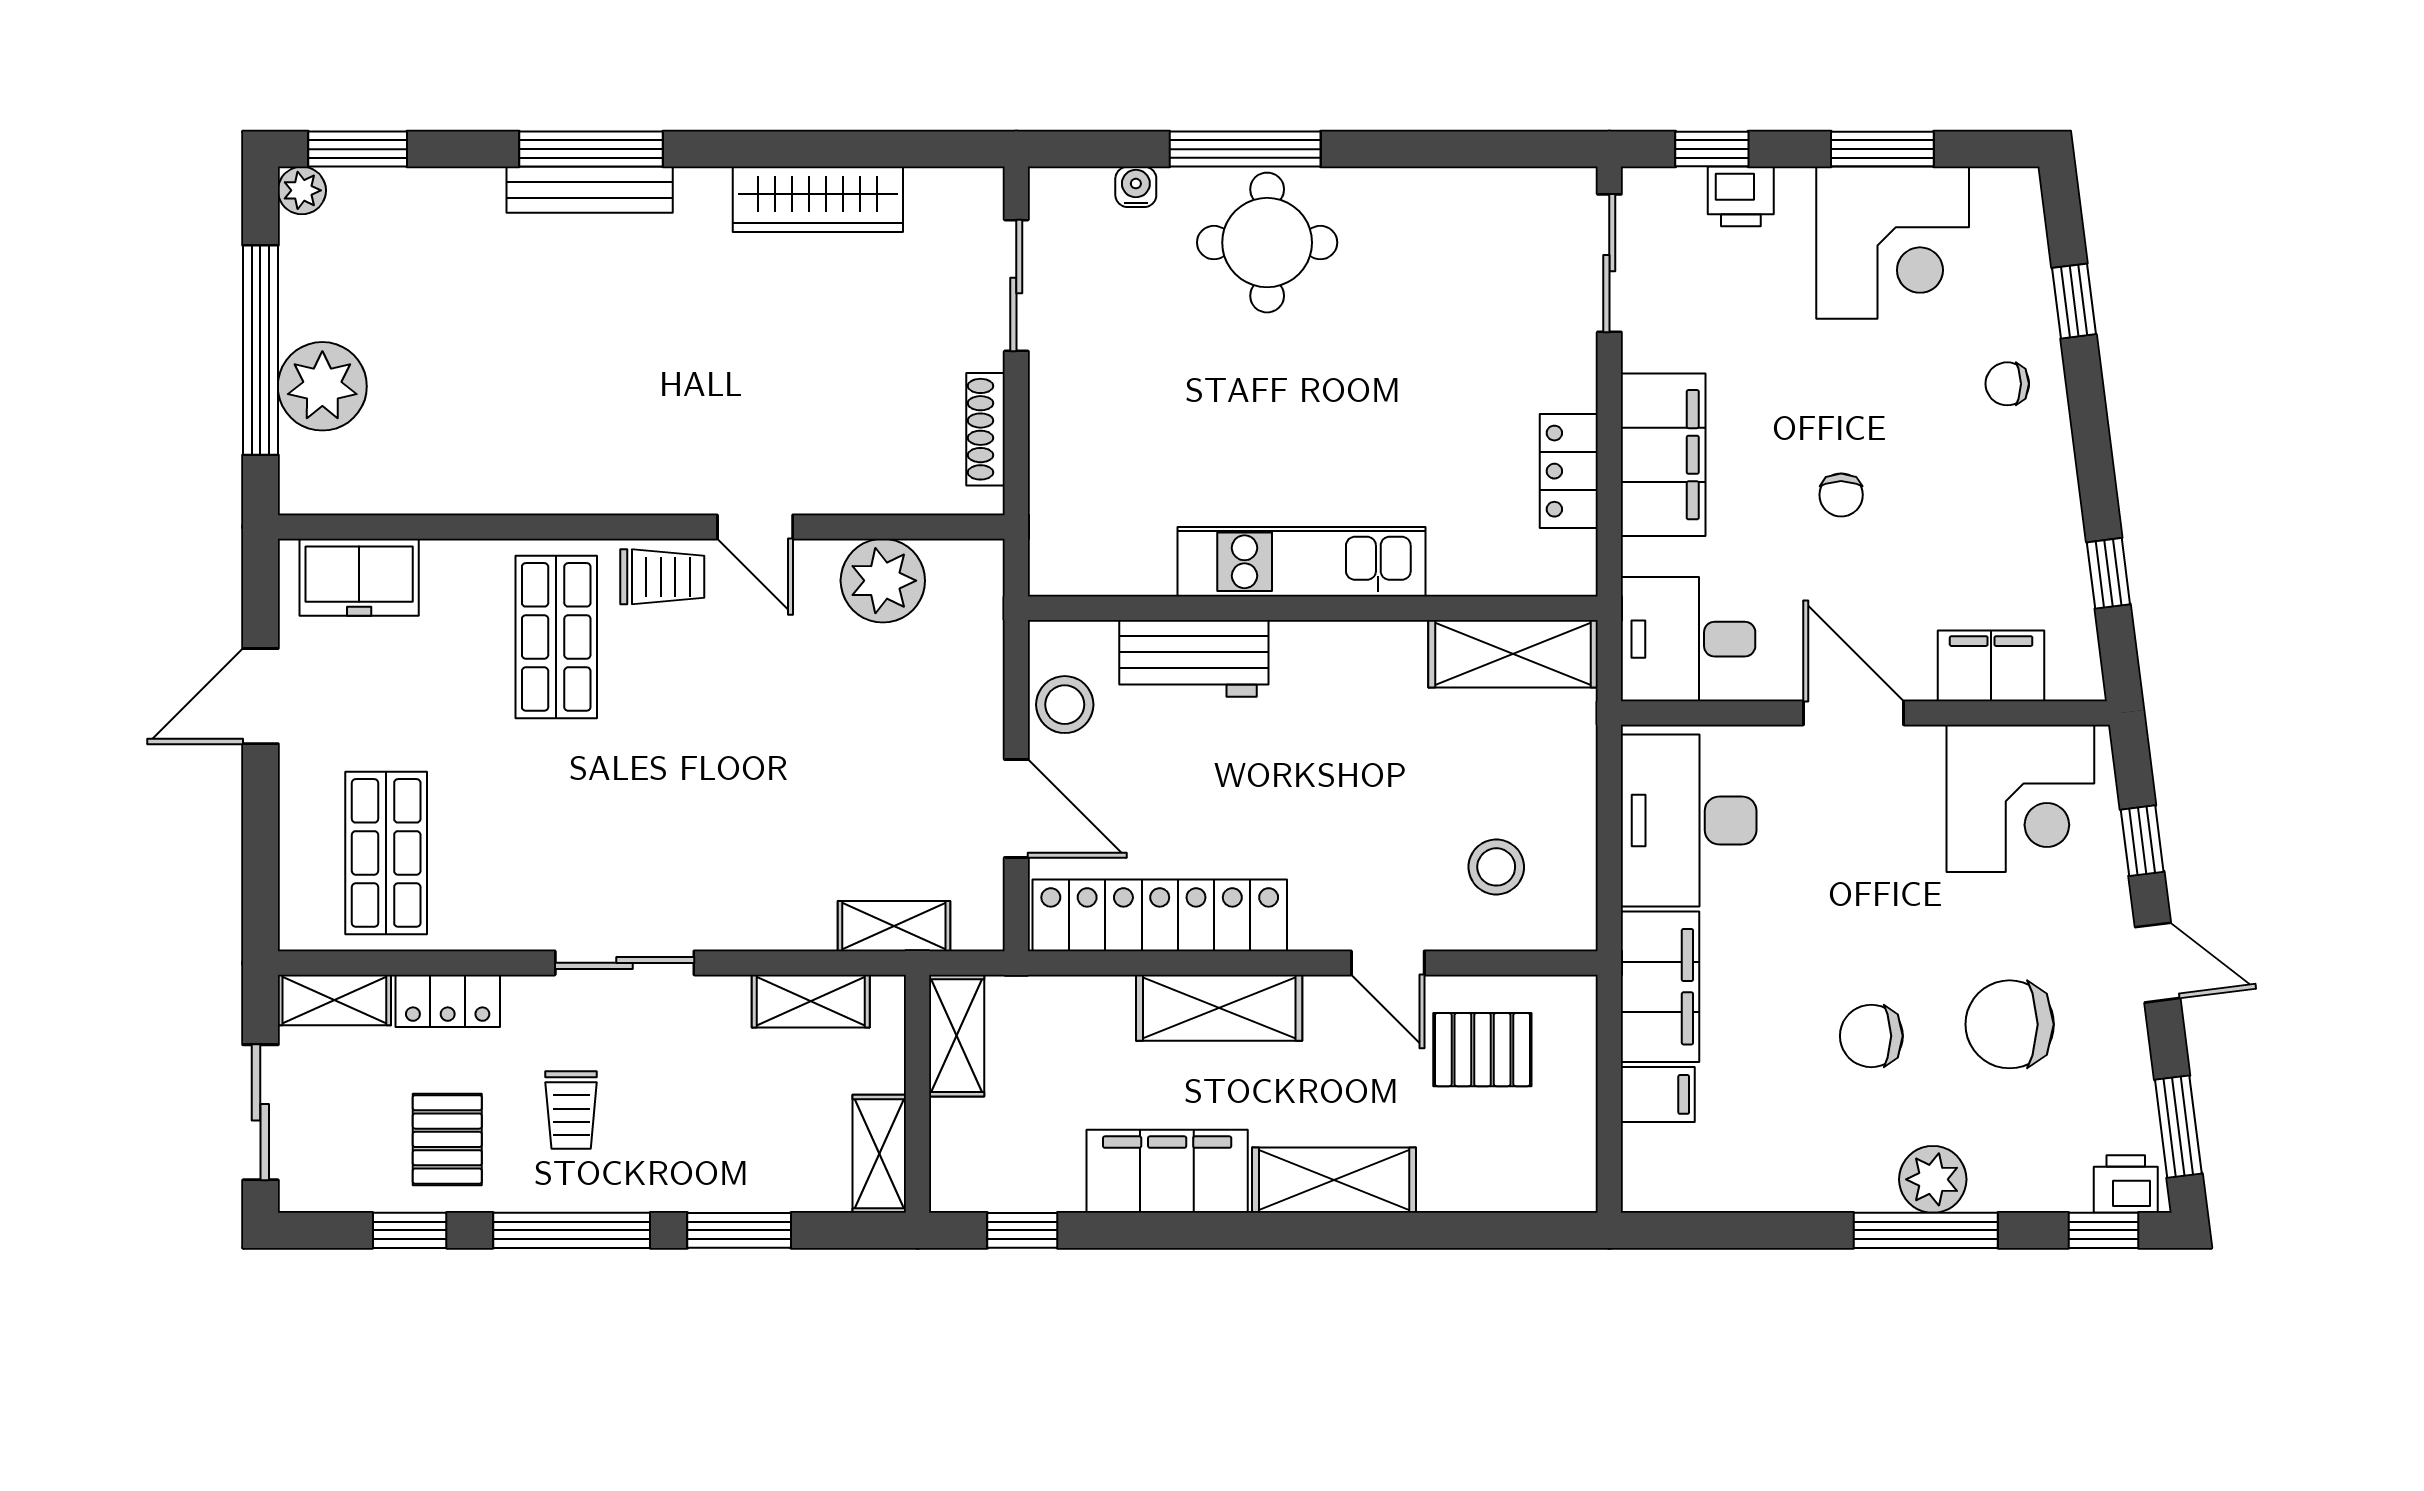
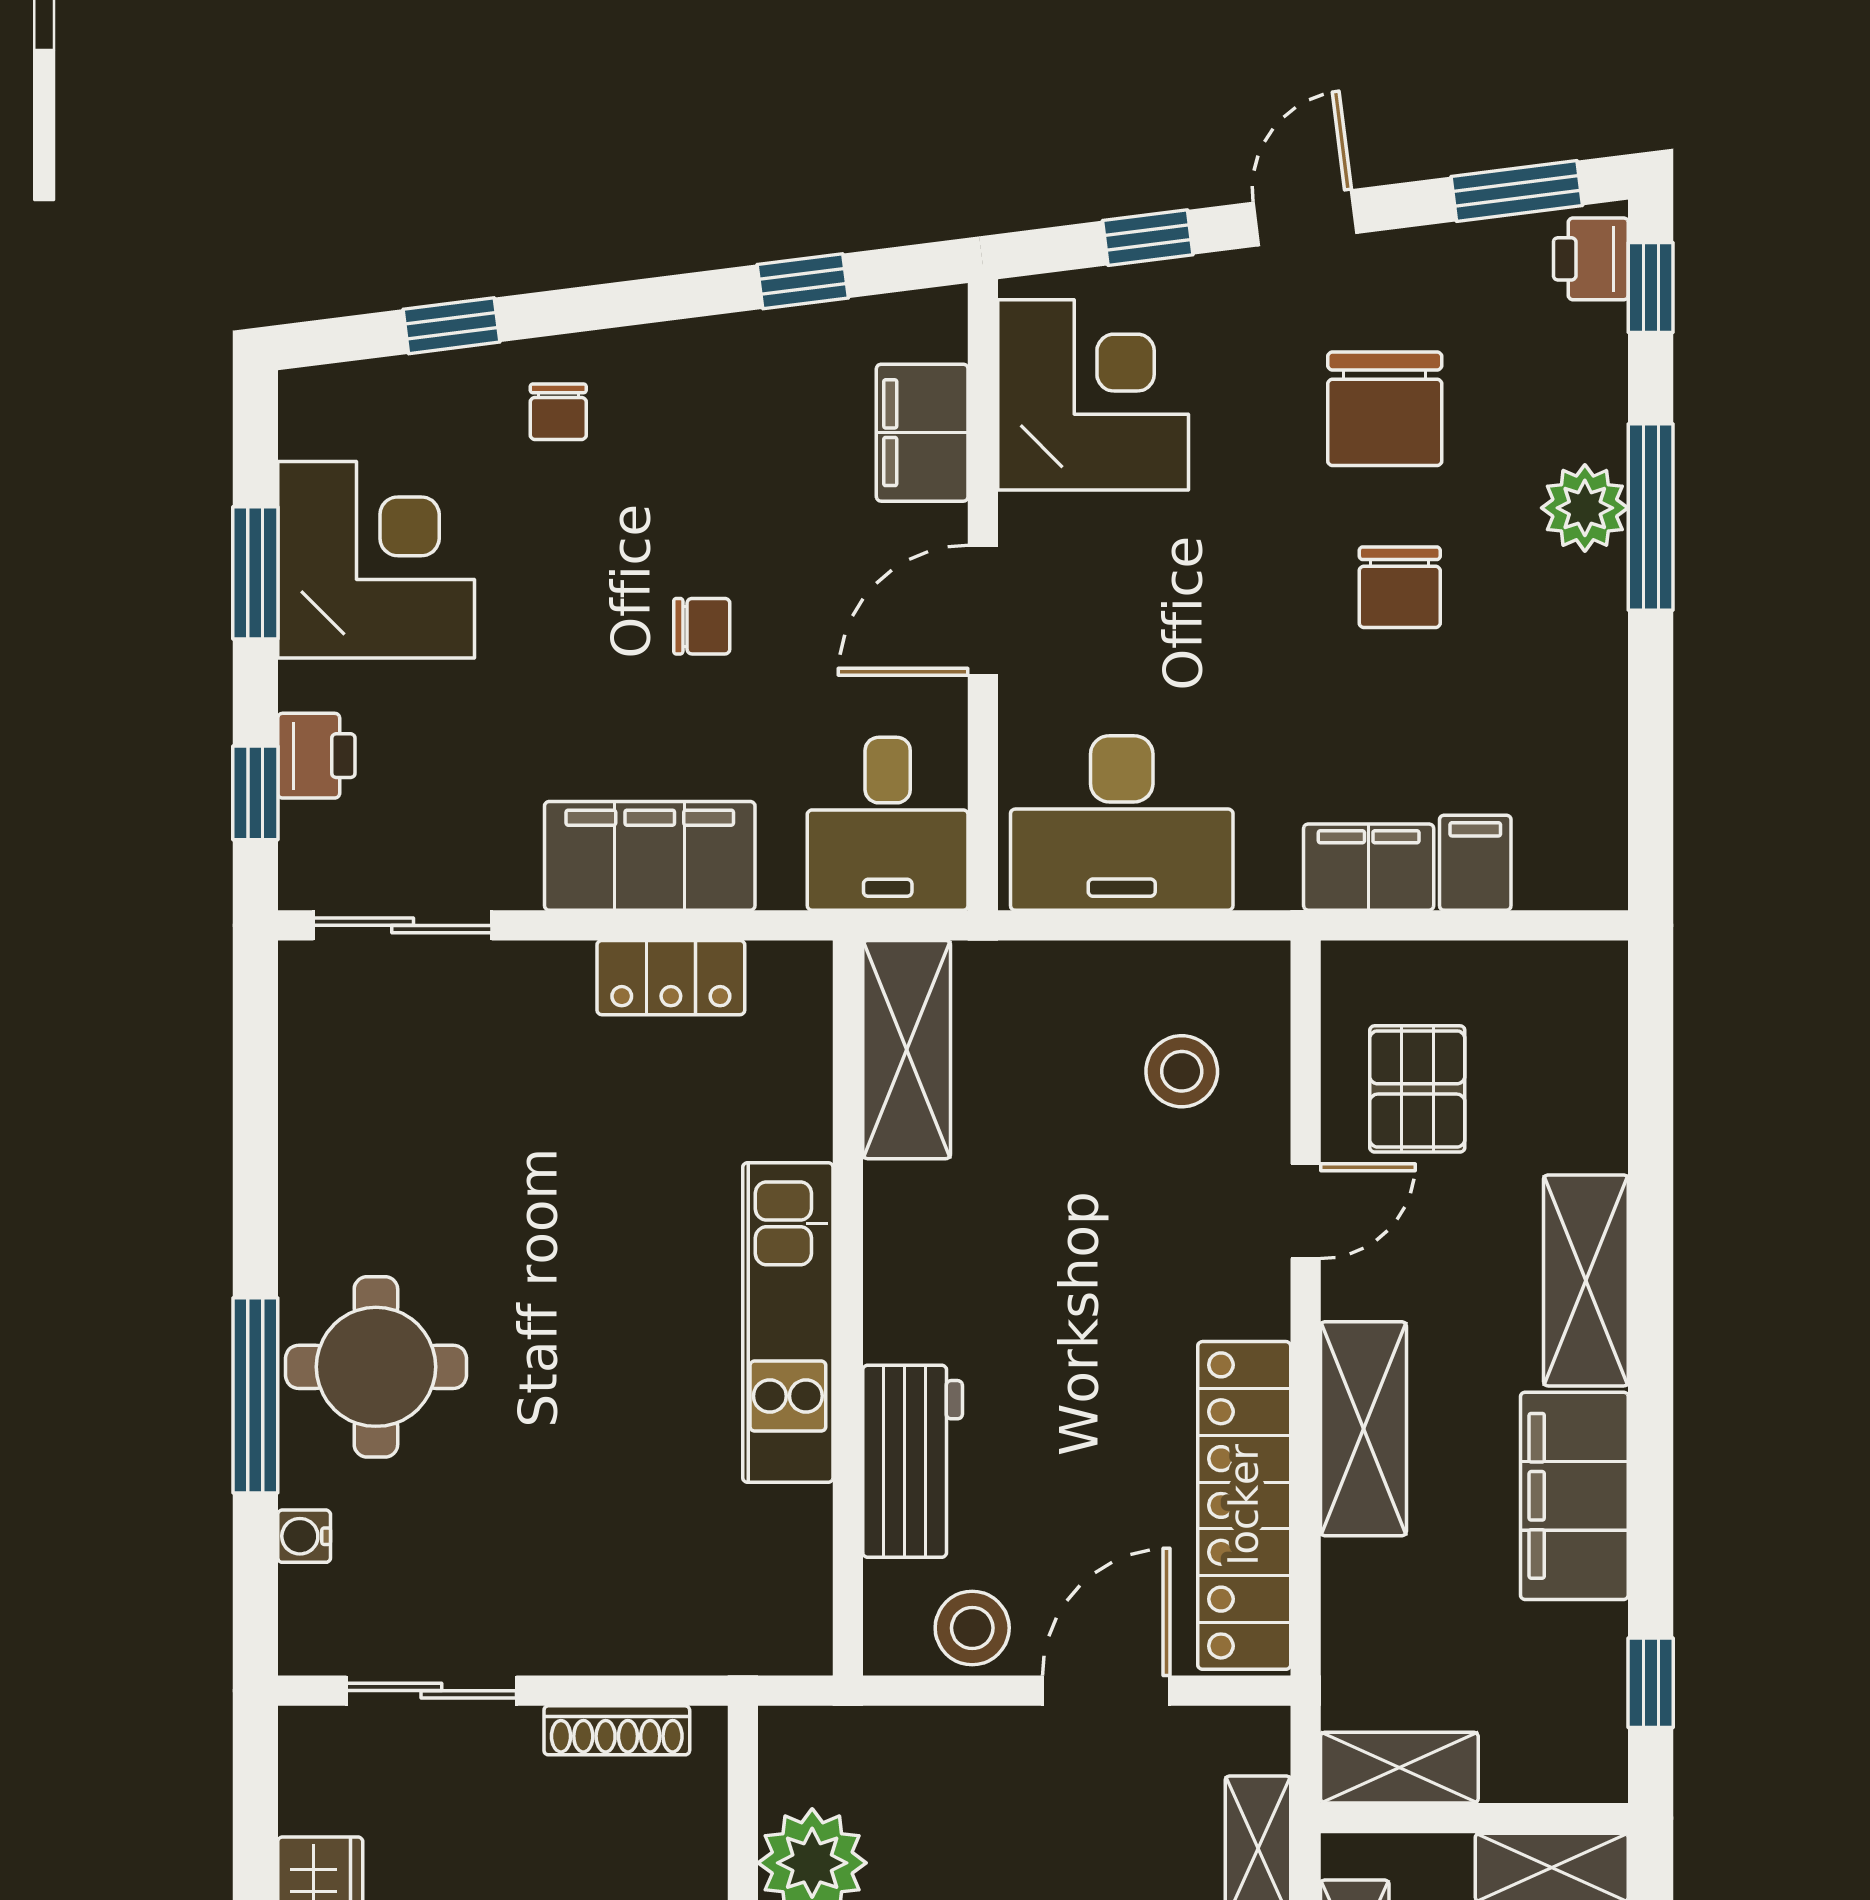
filing cabinet: (1660, 987) -> (1369, 867), width x0.67, depth x0.86

